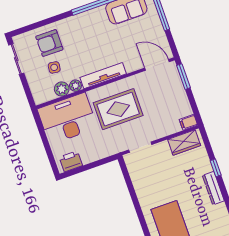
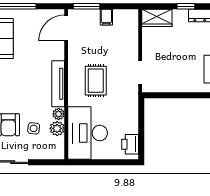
rug: (118, 109) -> (96, 81), width x0.73, depth x0.70
filing cabinet: (188, 122) -> (106, 17), moved
wardrobe: (184, 142) -> (157, 18), moved, turned 90

